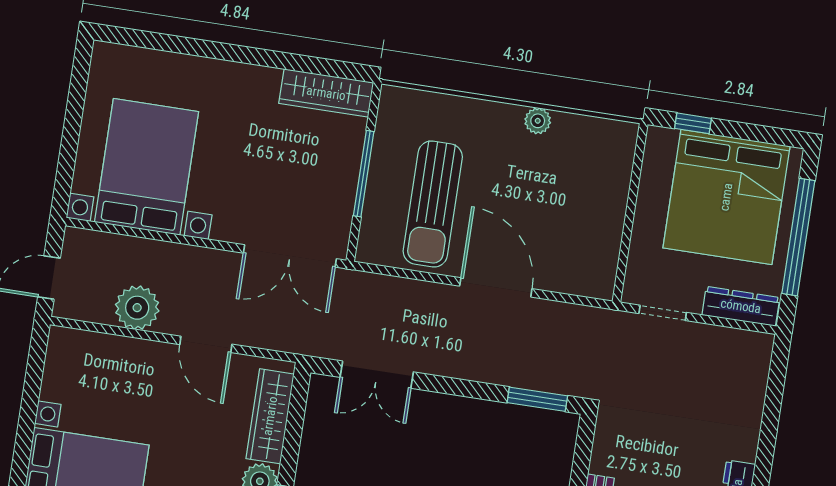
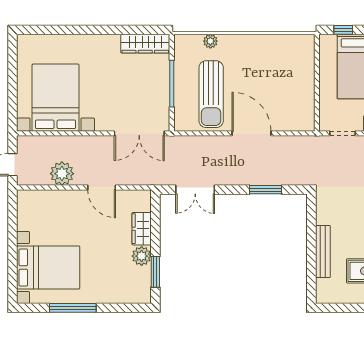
plant: (538, 121) -> (210, 41), moved
window: (537, 399) -> (265, 190), moved
wardrobe: (270, 416) -> (142, 229), width x0.67

